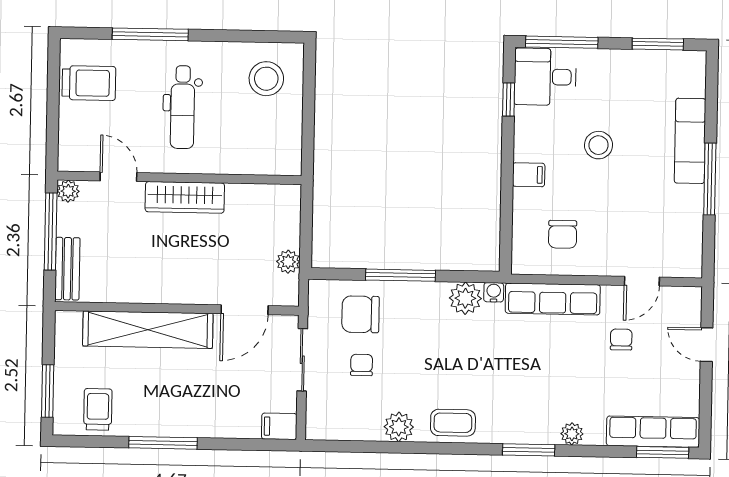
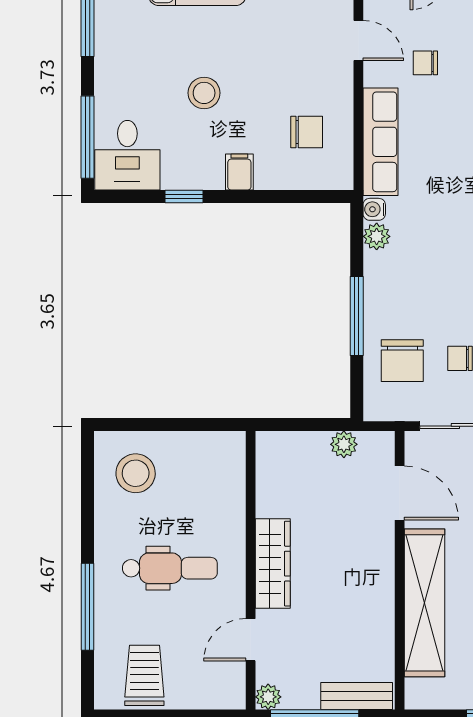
window: (509, 99) -> (184, 196), moved
plant: (465, 298) -> (377, 236), width x0.73, depth x0.73

